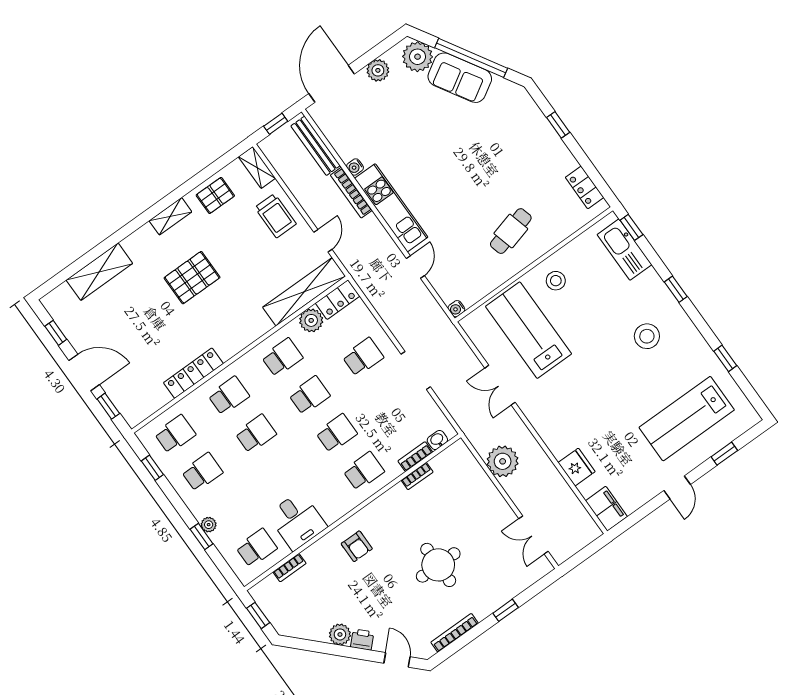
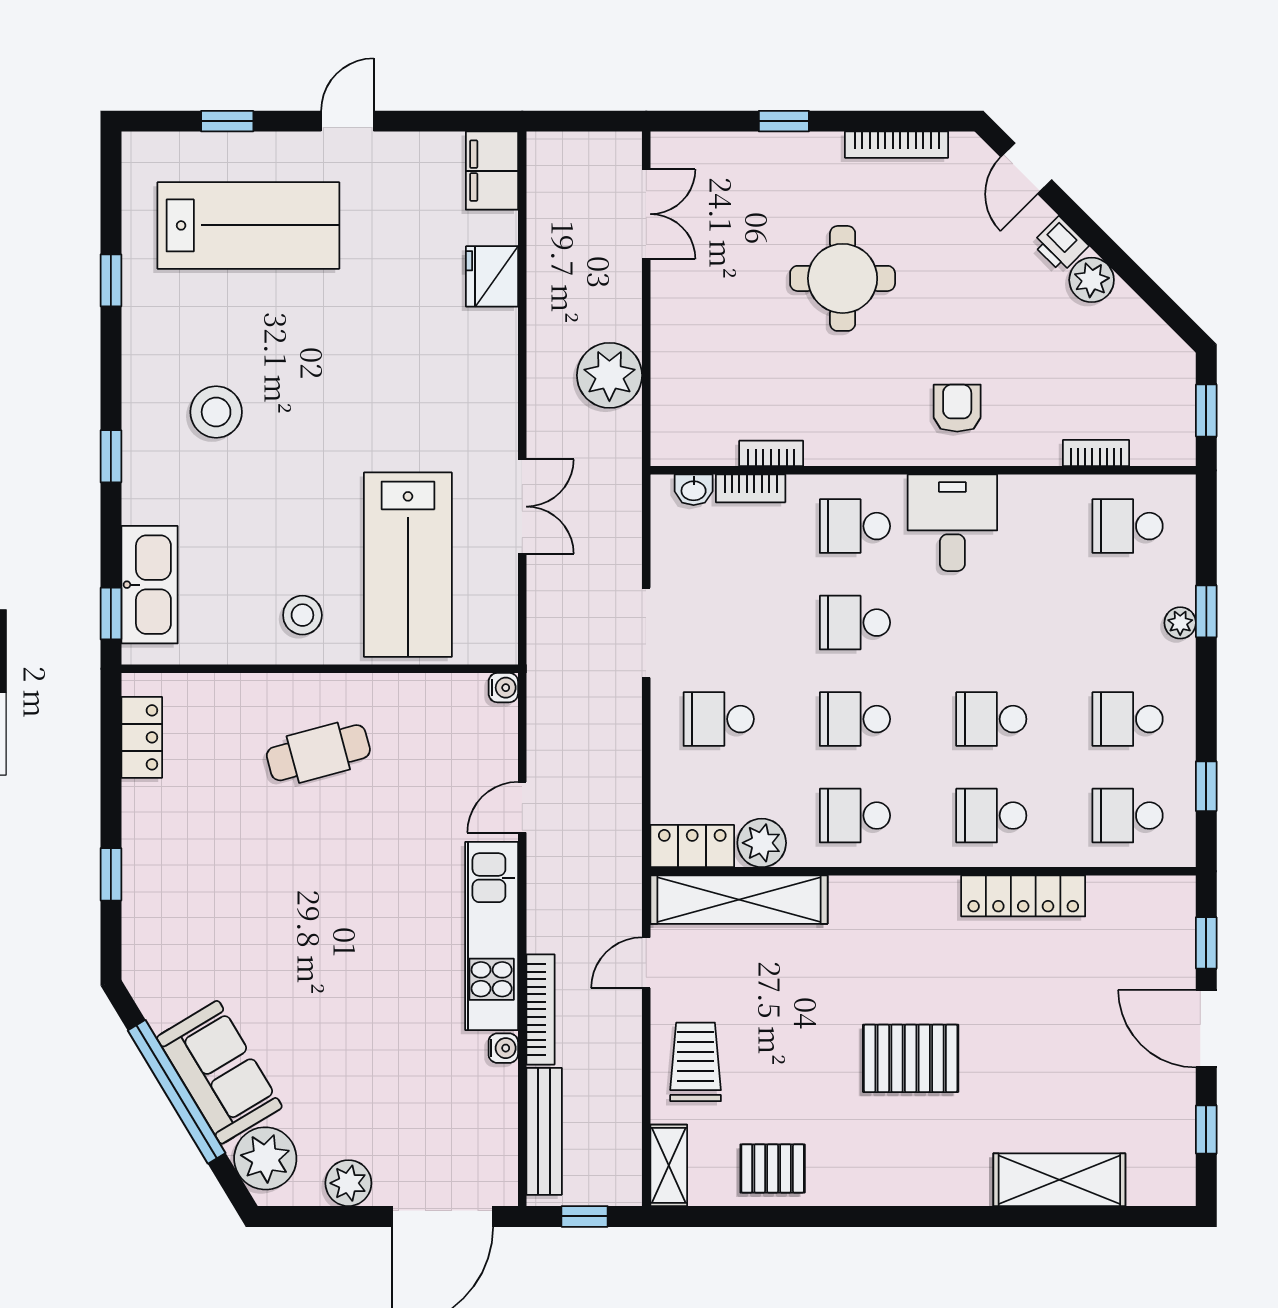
shelving: (170, 216) -> (873, 1187), removed
desk: (297, 521) -> (952, 523), moved

